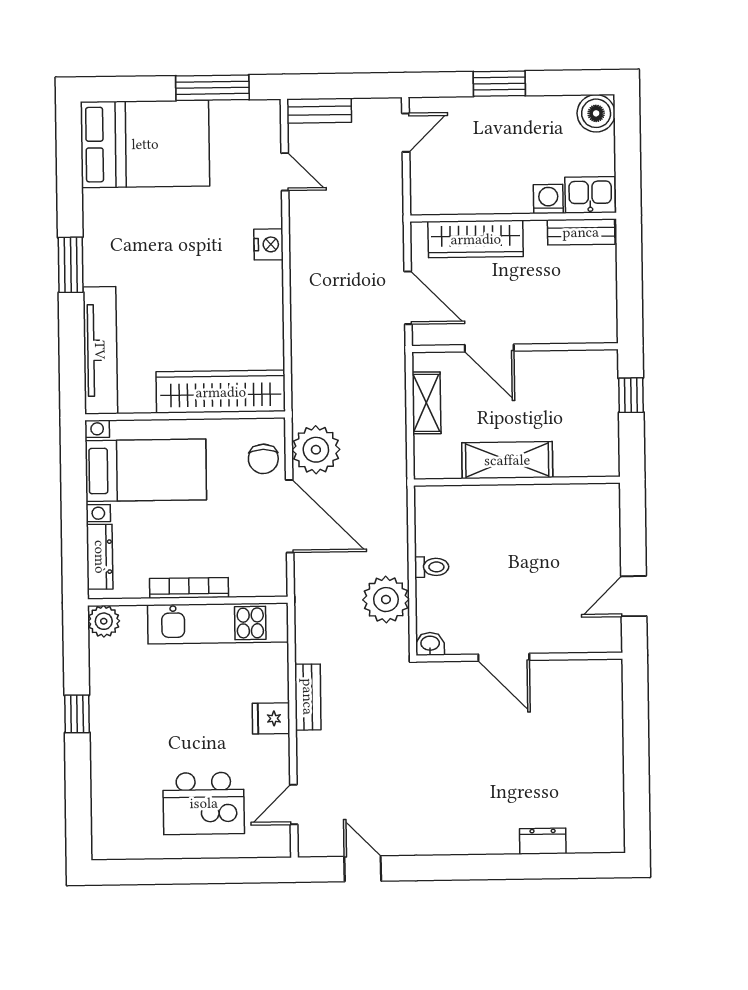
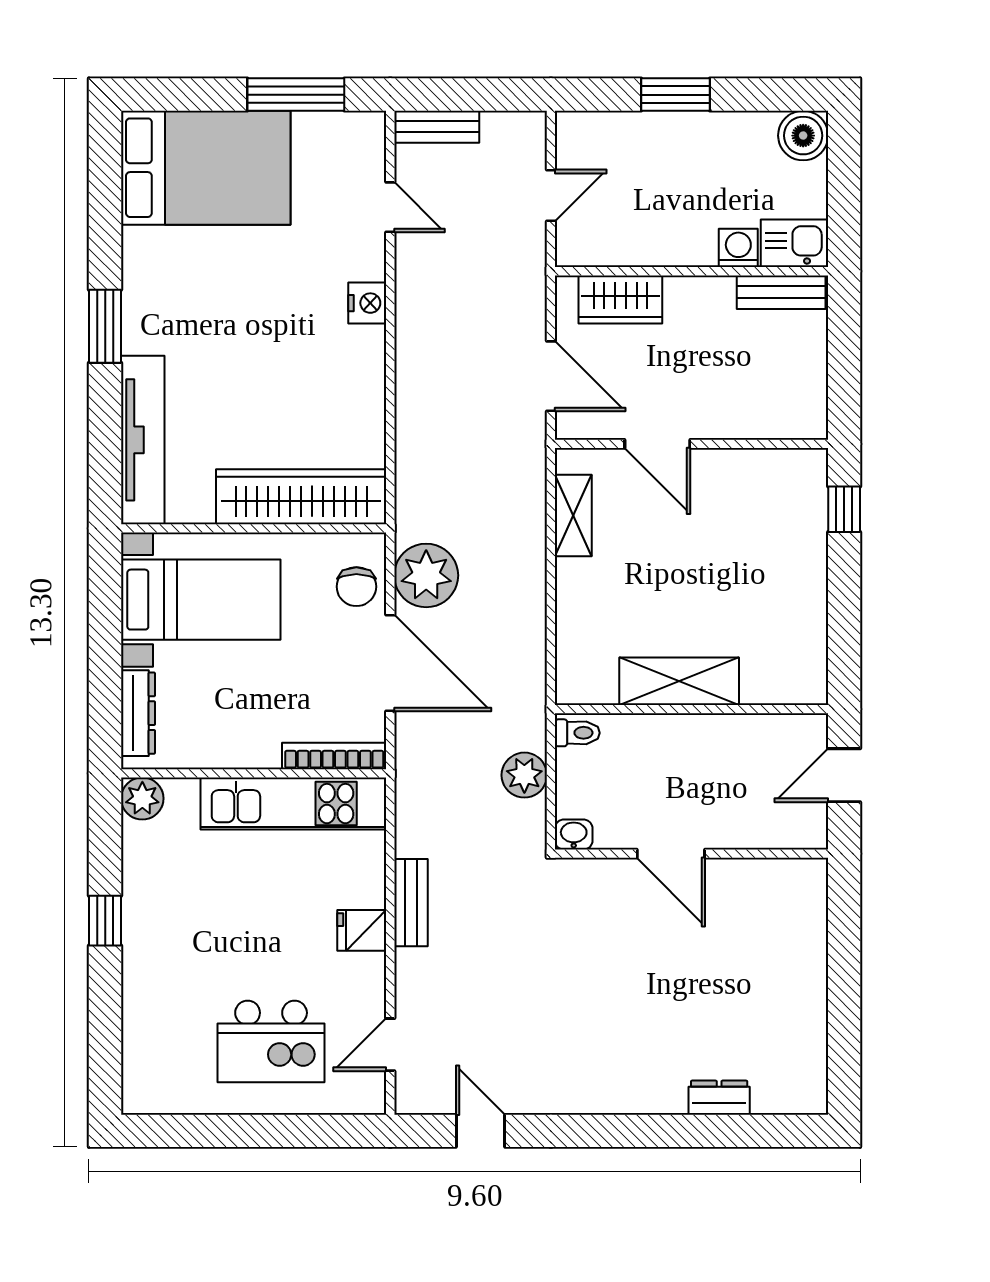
door: (406, 133) -> (551, 195), moved
wardrobe: (476, 239) -> (620, 299), width x0.67
shelving: (507, 460) -> (679, 681), moved
wall: (517, 481) -> (692, 709), moved
bookcase: (189, 588) -> (334, 756), moved
plant: (386, 600) -> (524, 775), width x0.73, depth x0.73

